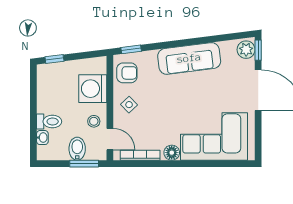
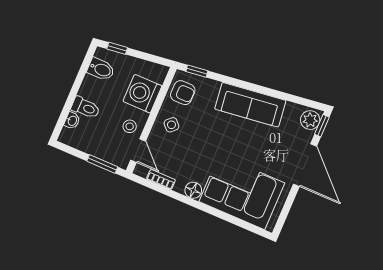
bidet: (77, 149) -> (101, 69), moved, turned 90
bookcase: (140, 155) -> (161, 179), width x0.64

